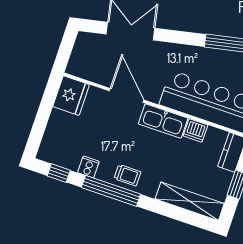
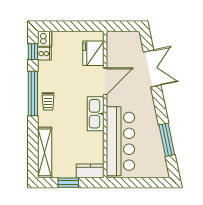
fridge: (71, 96) -> (93, 53), moved, turned 90
dishwasher: (195, 130) -> (45, 39), moved, turned 180
cooker: (88, 167) -> (44, 54), moved

